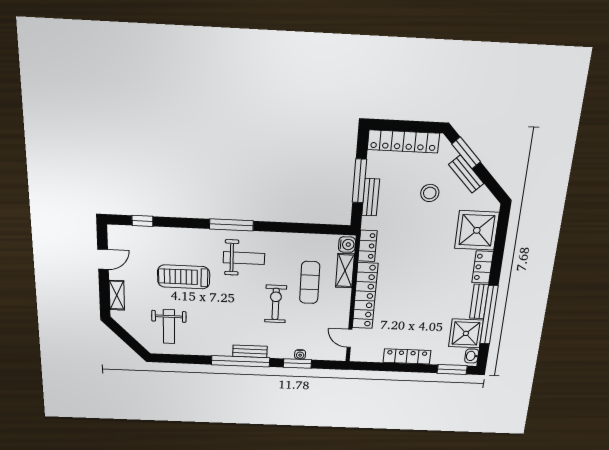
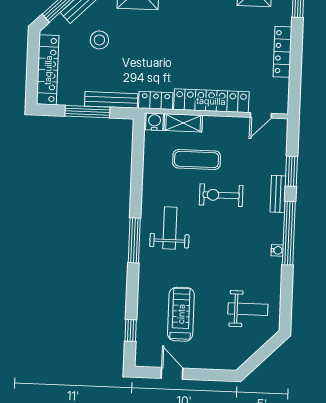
bench: (371, 197) -> (111, 100), width x1.36
treadmill: (184, 277) -> (181, 314), moved, turned 180
shelving: (117, 295) -> (212, 362), removed
bench: (250, 351) -> (278, 194), moved
water cooler: (300, 354) -> (277, 250), moved

